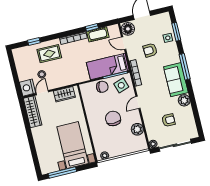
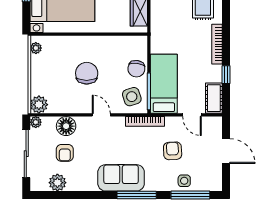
floor lamp: (128, 29) -> (66, 126), moved
window: (176, 32) -> (190, 195), width x1.44
cot: (98, 34) -> (214, 98), moved
door: (124, 43) -> (192, 115), swing flipped
plant: (184, 100) -> (57, 183), moved
chair: (113, 118) -> (87, 73), turned -90
plant: (137, 129) -> (39, 105), moved

